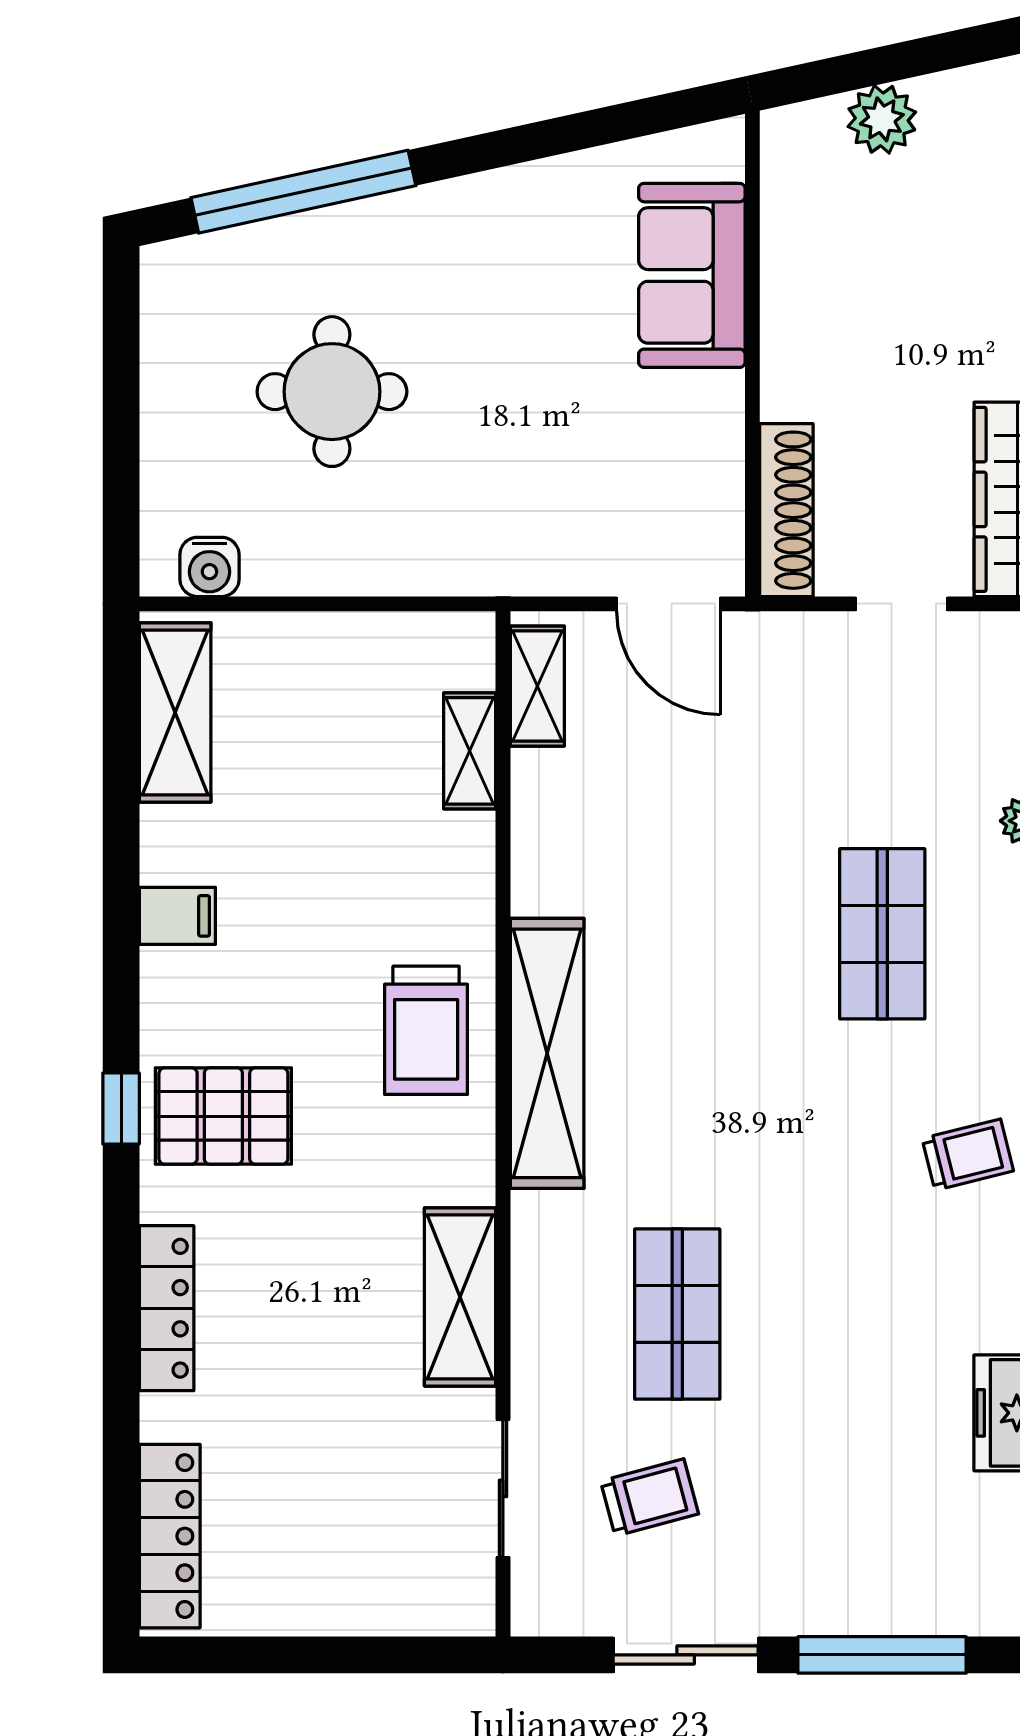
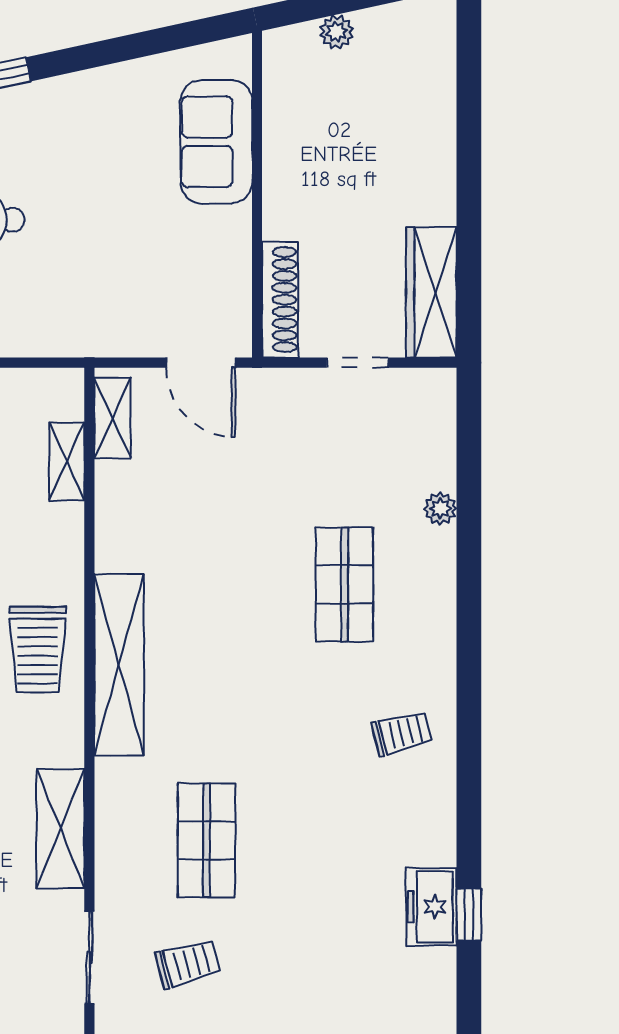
plant: (882, 119) -> (337, 32), width x0.73, depth x0.73

